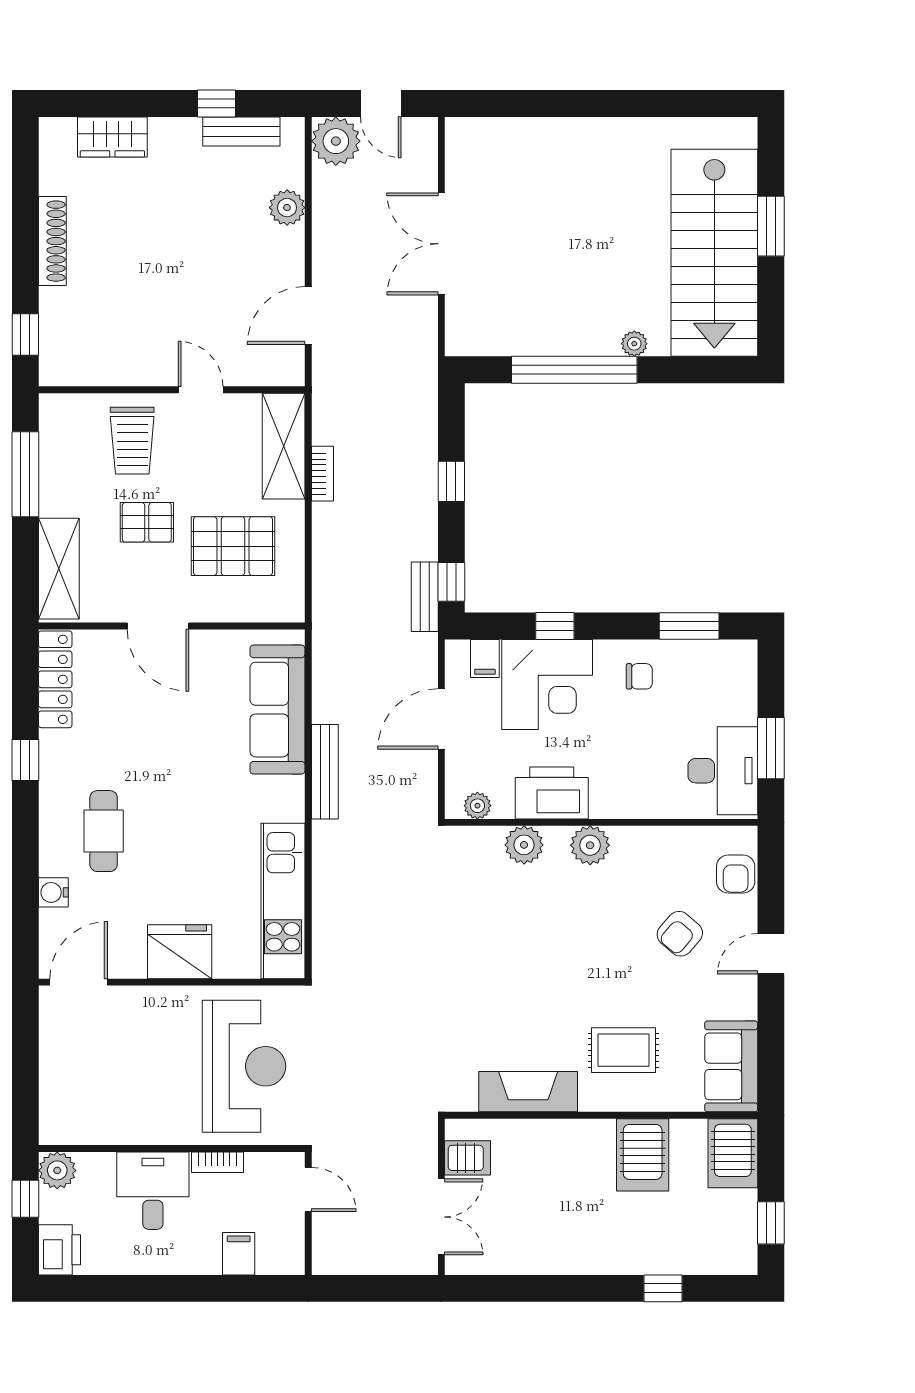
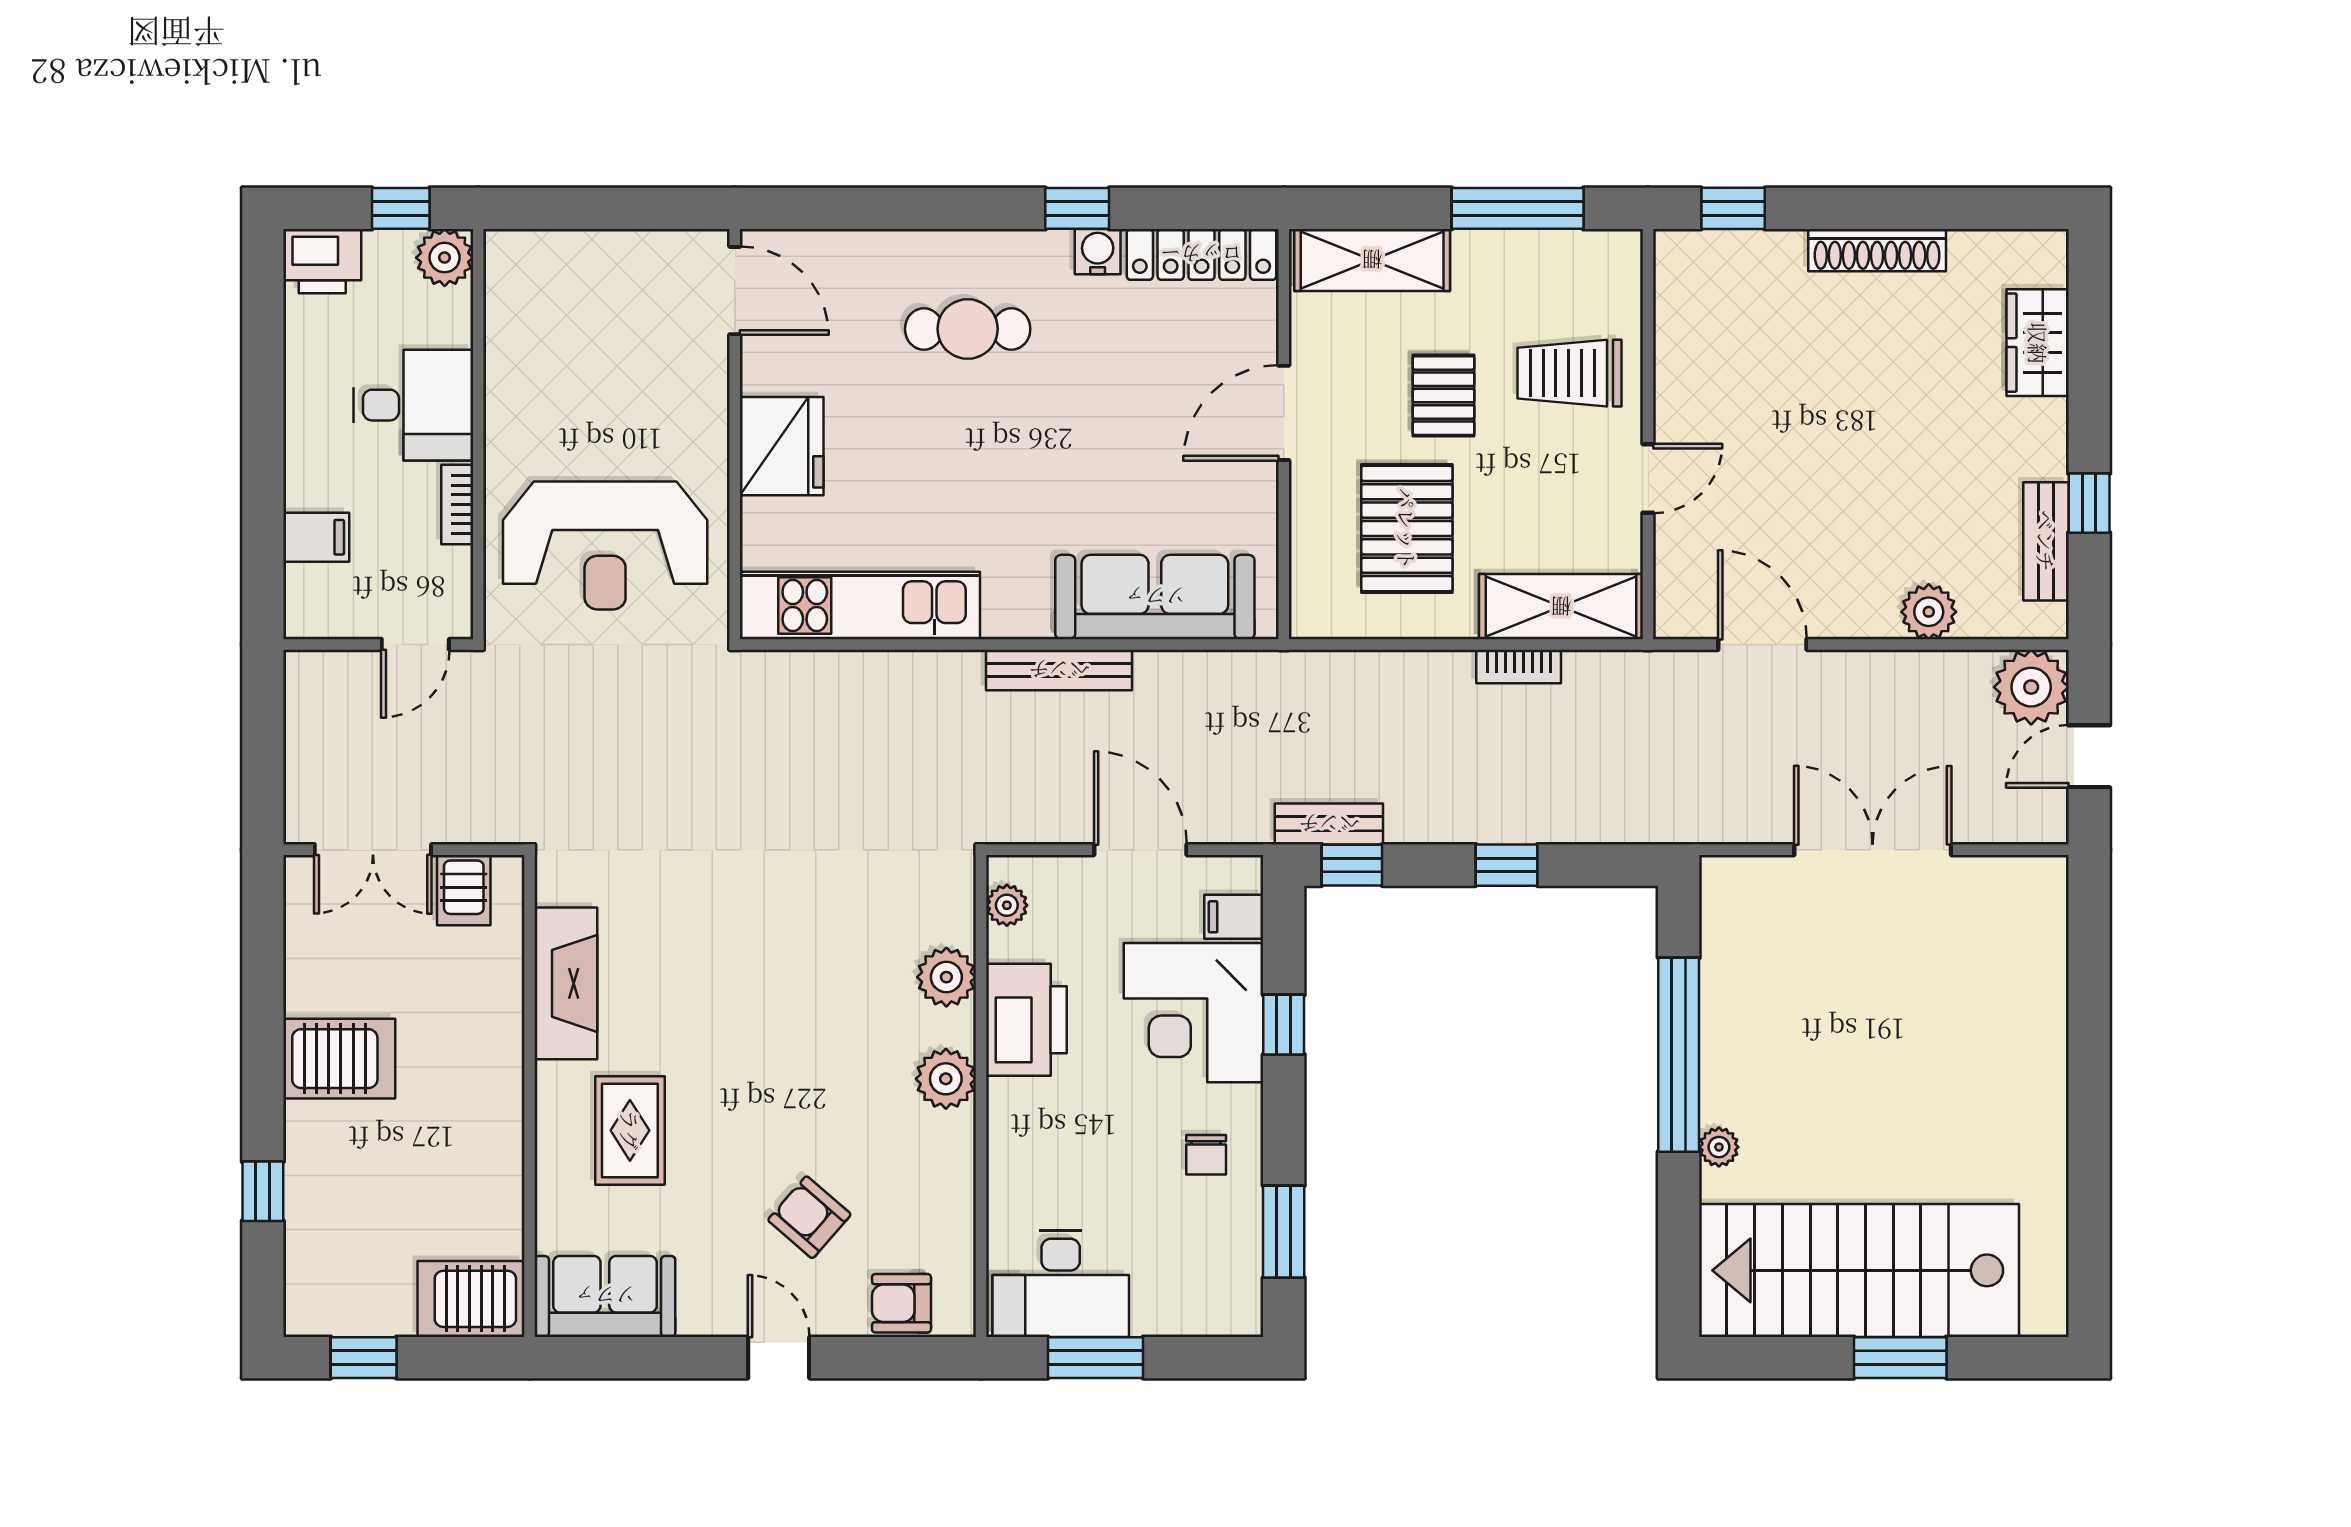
water cooler: (53, 892) -> (1098, 252), moved
server rack: (643, 1155) -> (339, 1059), moved, turned 180

